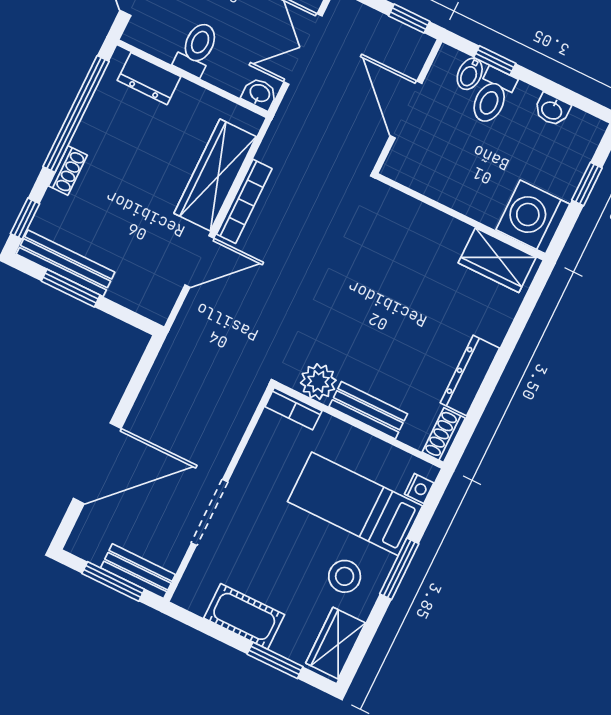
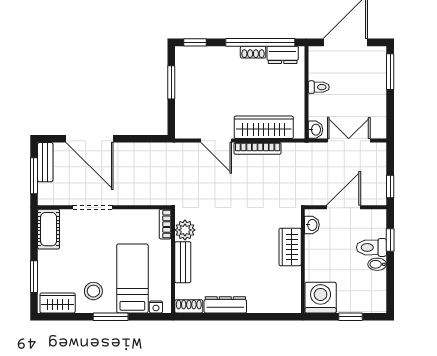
toilet: (197, 49) -> (319, 87), width x0.73, depth x0.72
bidet: (470, 74) -> (377, 264), moved
dresser: (149, 79) -> (283, 55), moved, turned -90
washbasin: (552, 110) -> (312, 225), moved, turned 180
shoe rack: (68, 171) -> (253, 52), moved
wardrobe: (497, 260) -> (290, 247), moved
bench: (66, 263) -> (183, 74), removed
bench: (138, 571) -> (45, 162), moved
cot: (244, 616) -> (49, 229), moved

